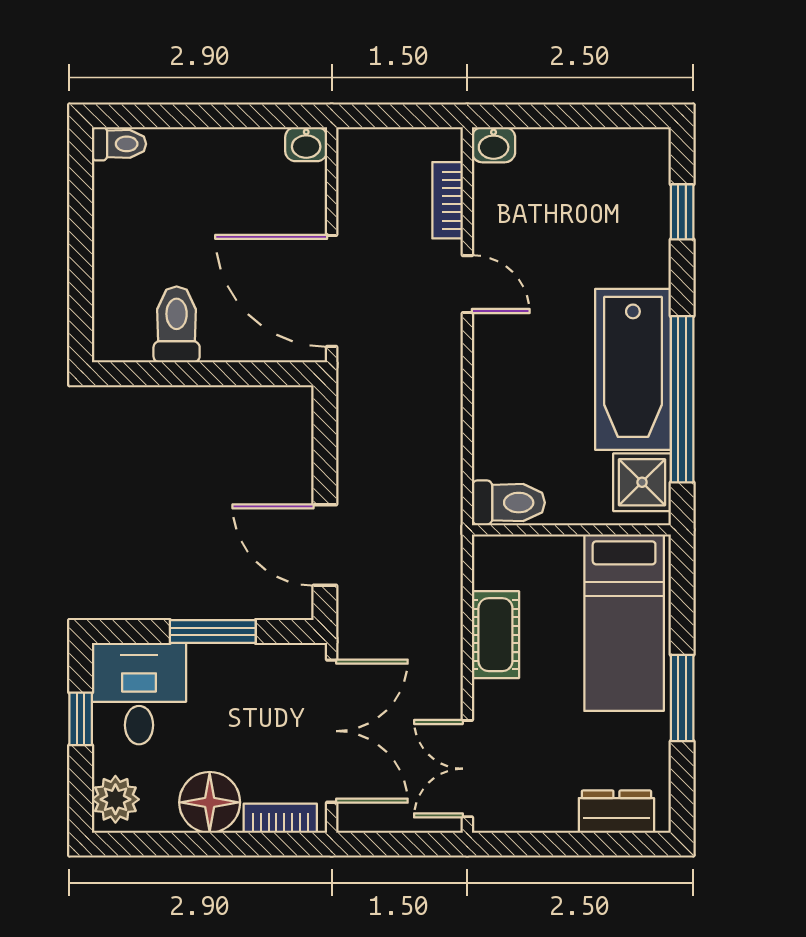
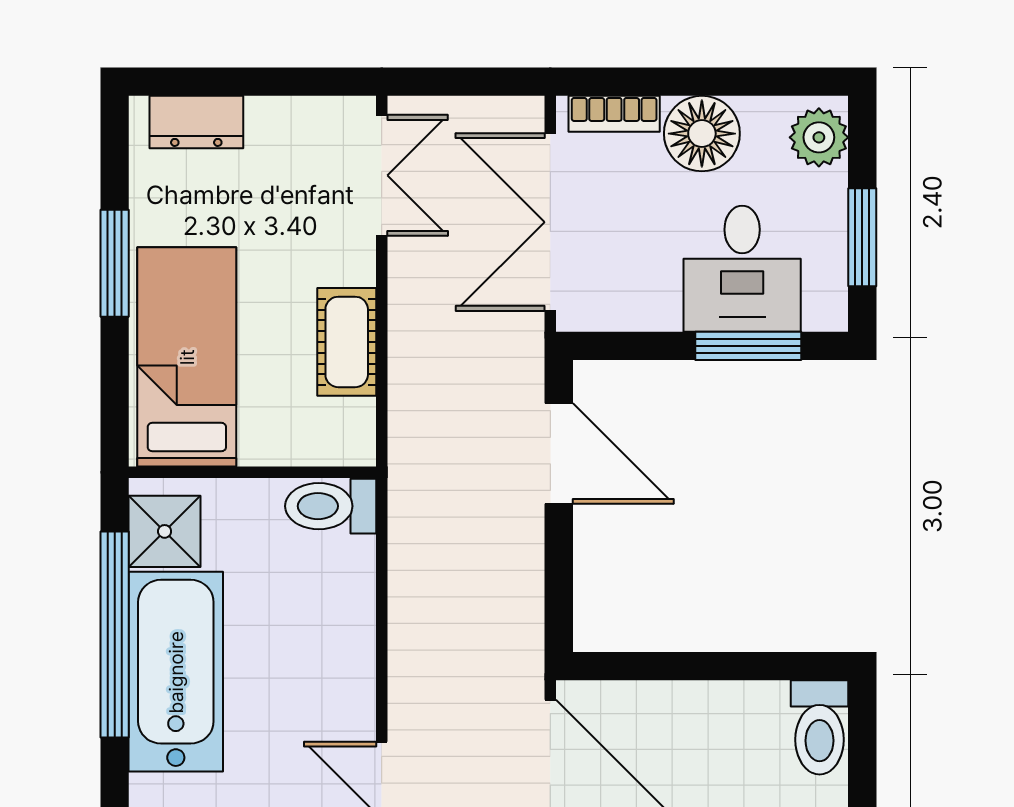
toilet: (177, 324) -> (820, 727), moved
window: (213, 632) -> (748, 346), moved
desk: (139, 694) -> (742, 269), moved
window: (81, 719) -> (862, 237), width x1.50

